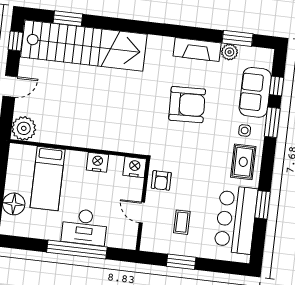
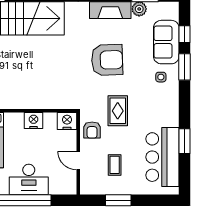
rug: (243, 162) -> (118, 111), moved

